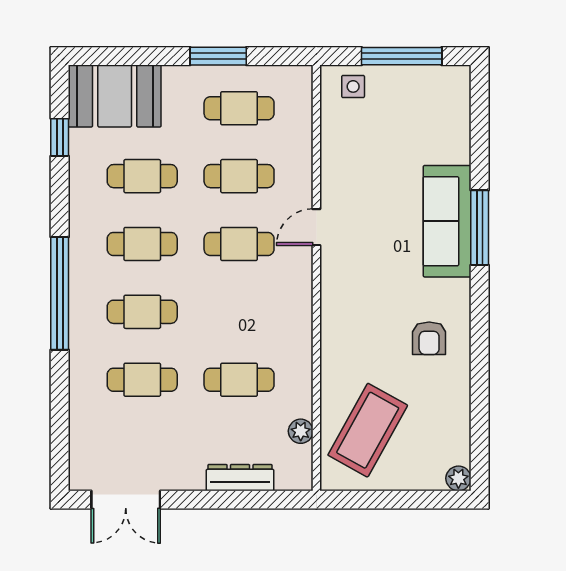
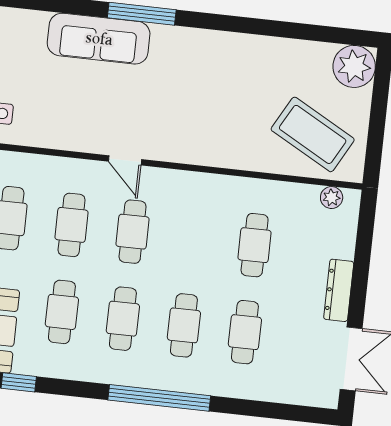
sofa: (447, 221) -> (99, 39), moved
armchair: (429, 338) -> (236, 70), removed
plant: (301, 431) -> (332, 198), moved
dresser: (240, 478) -> (339, 290), moved
plant: (458, 478) -> (354, 66), width x1.88, depth x1.88

